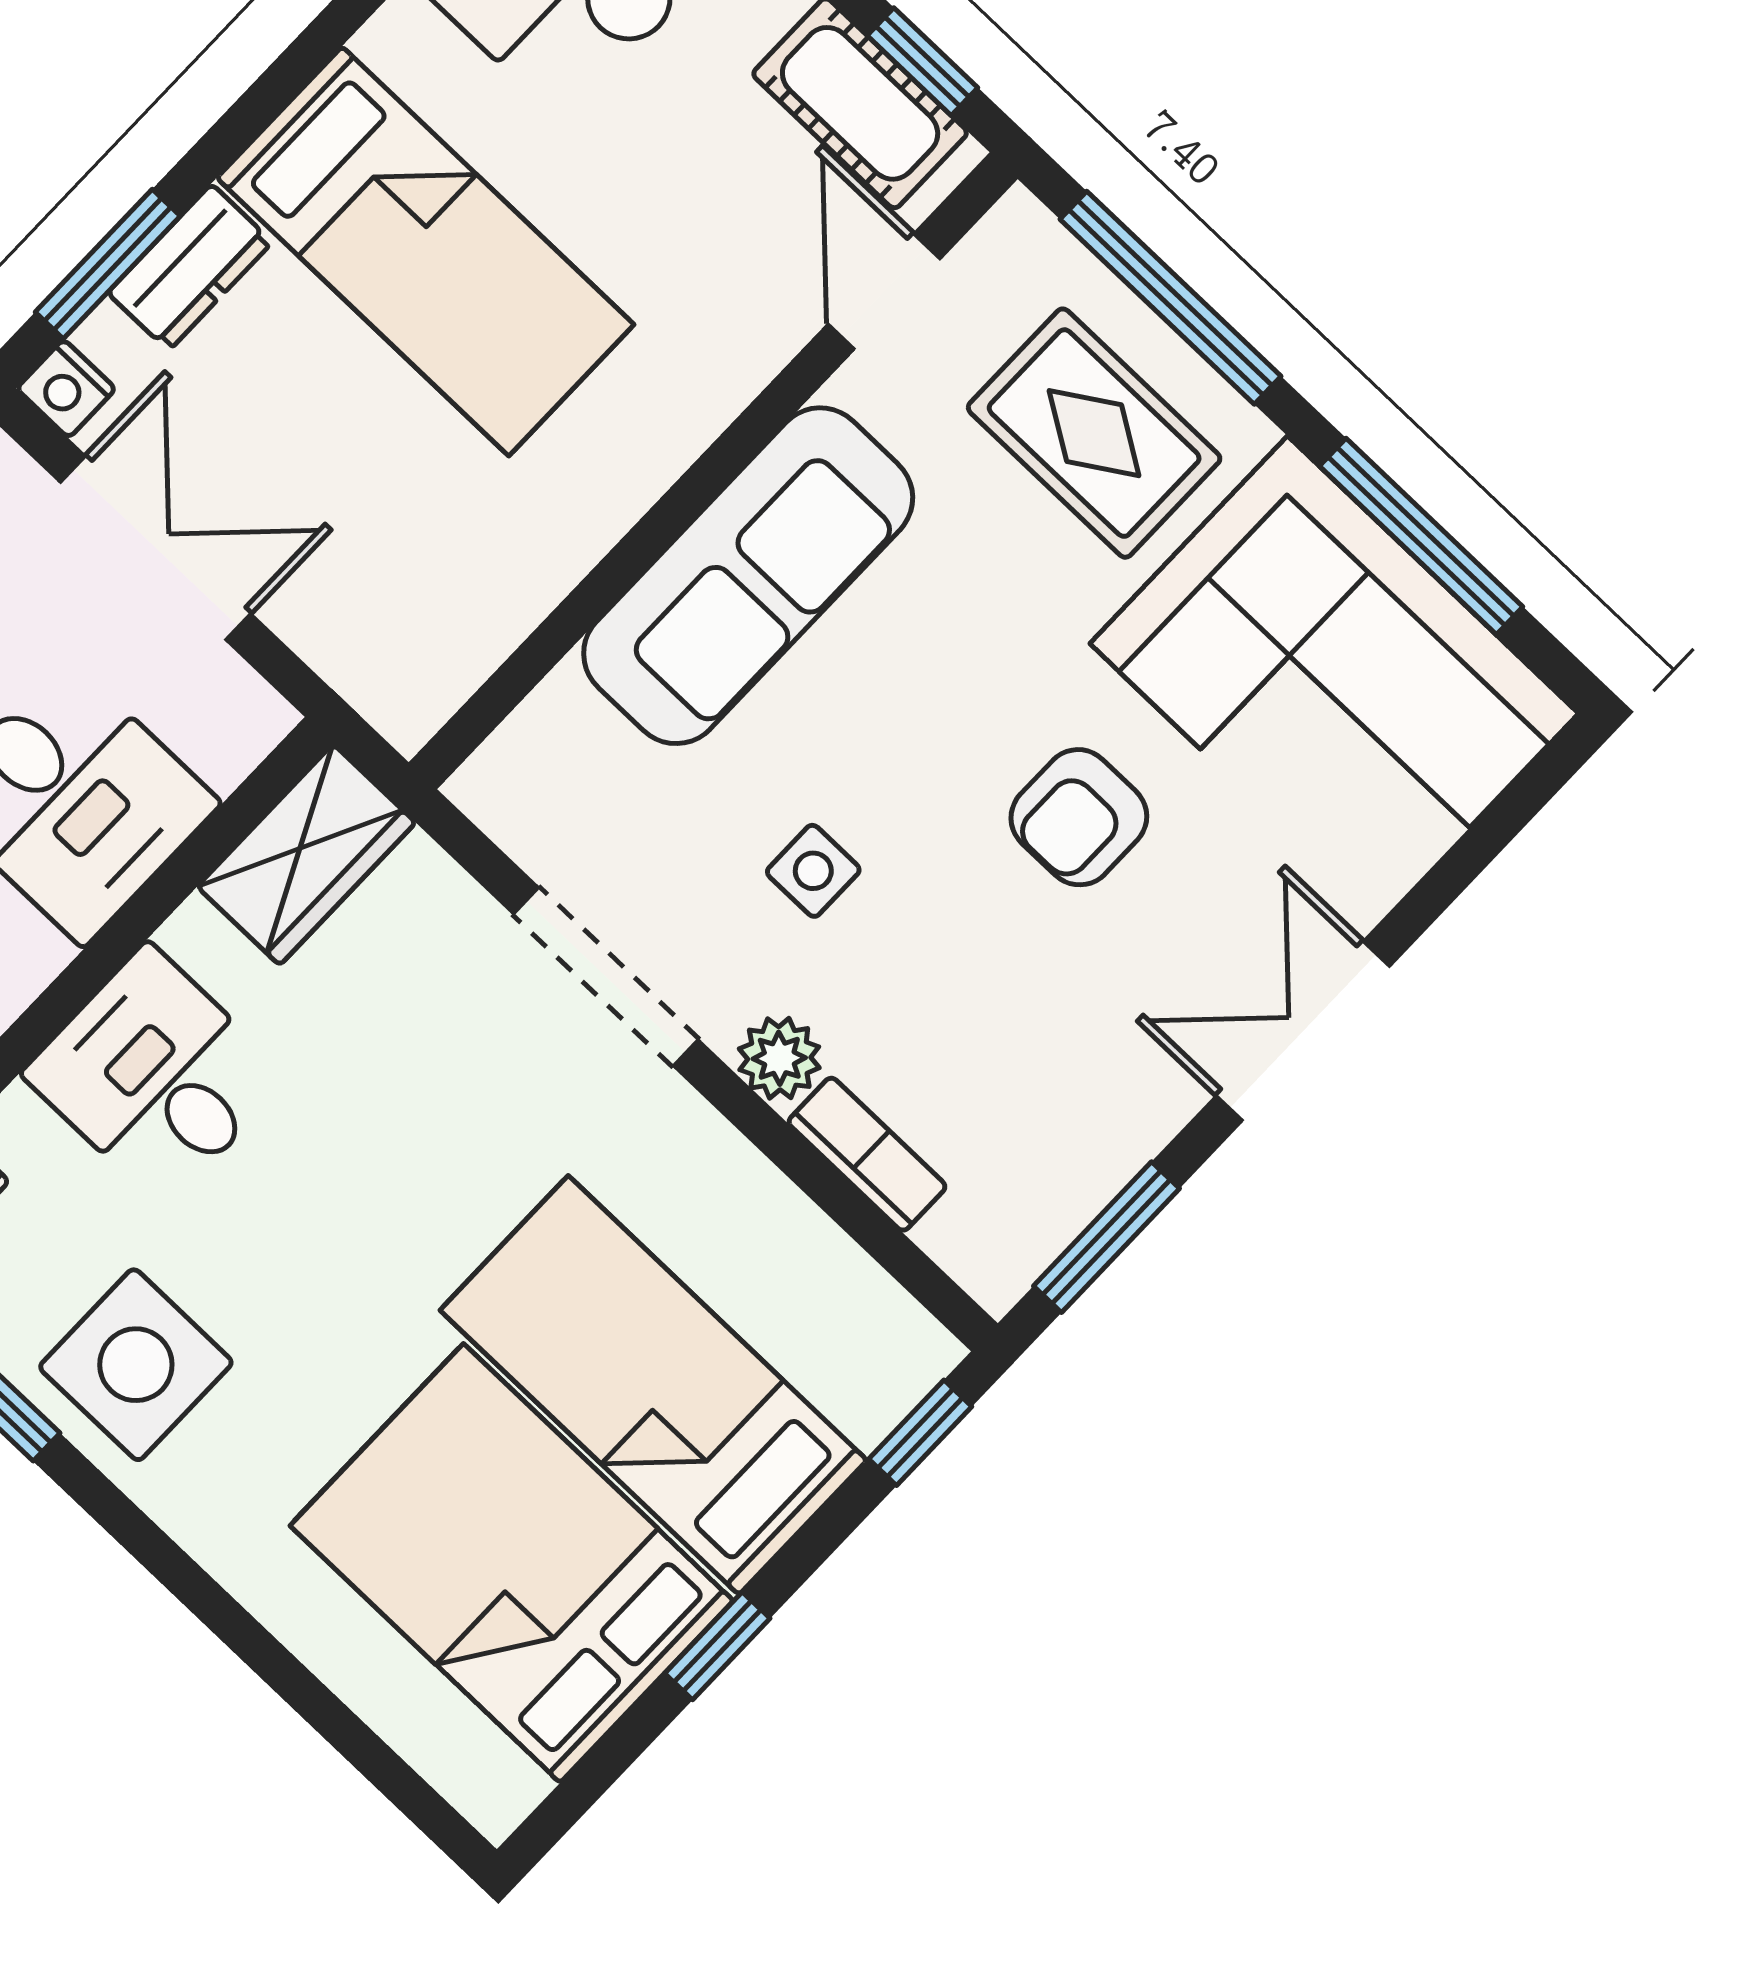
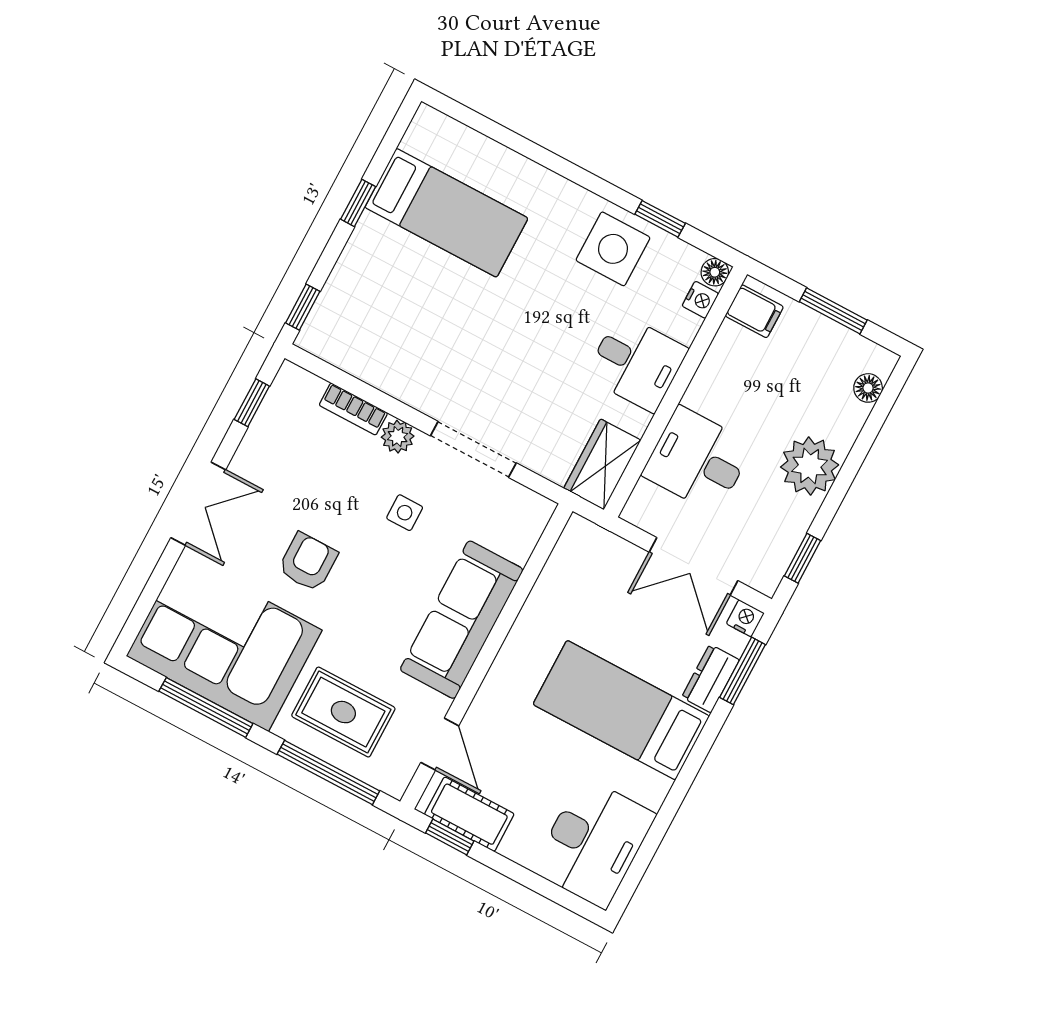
window: (1106, 1237) -> (252, 403), width x0.67
bed: (654, 1385) -> (411, 297), removed
bed: (512, 1563) -> (446, 213), width x0.67

